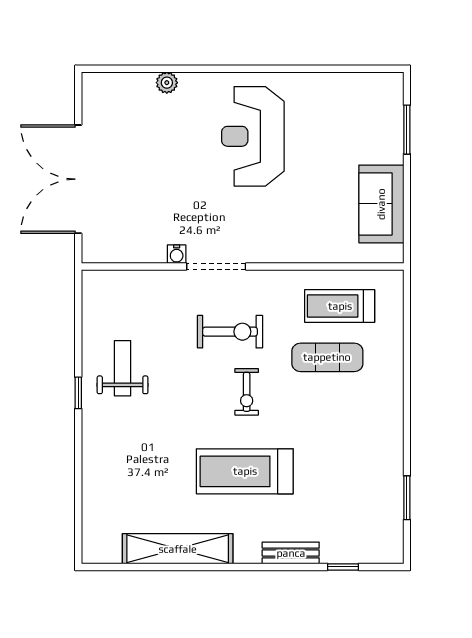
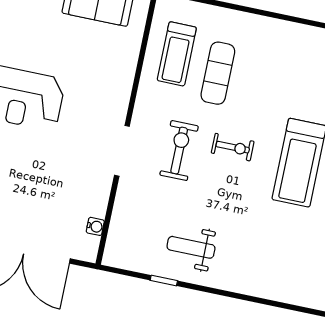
water cooler: (177, 254) -> (95, 226), moved
window: (78, 393) -> (164, 281), moved

